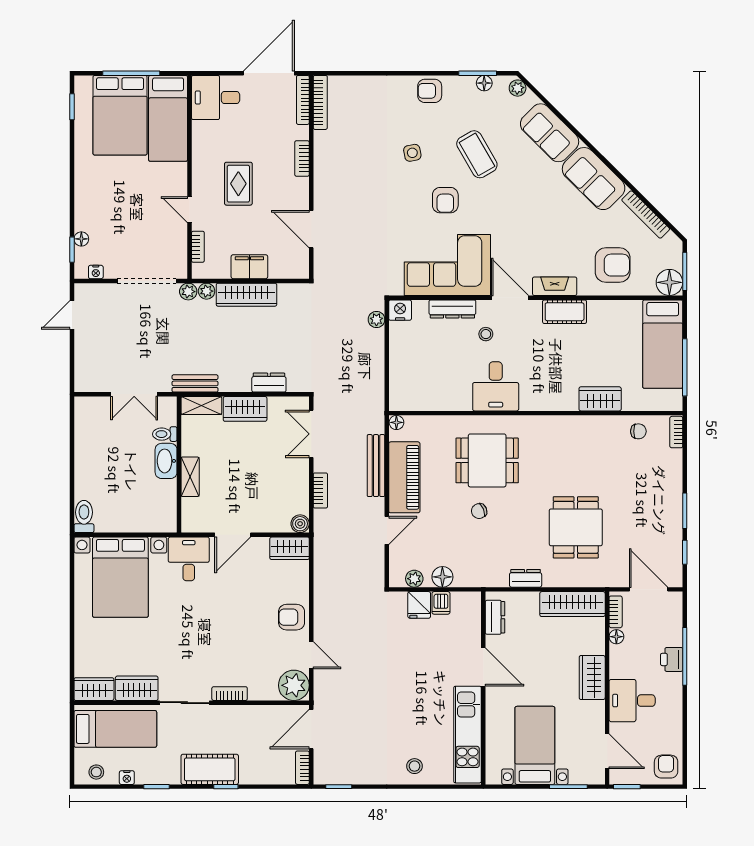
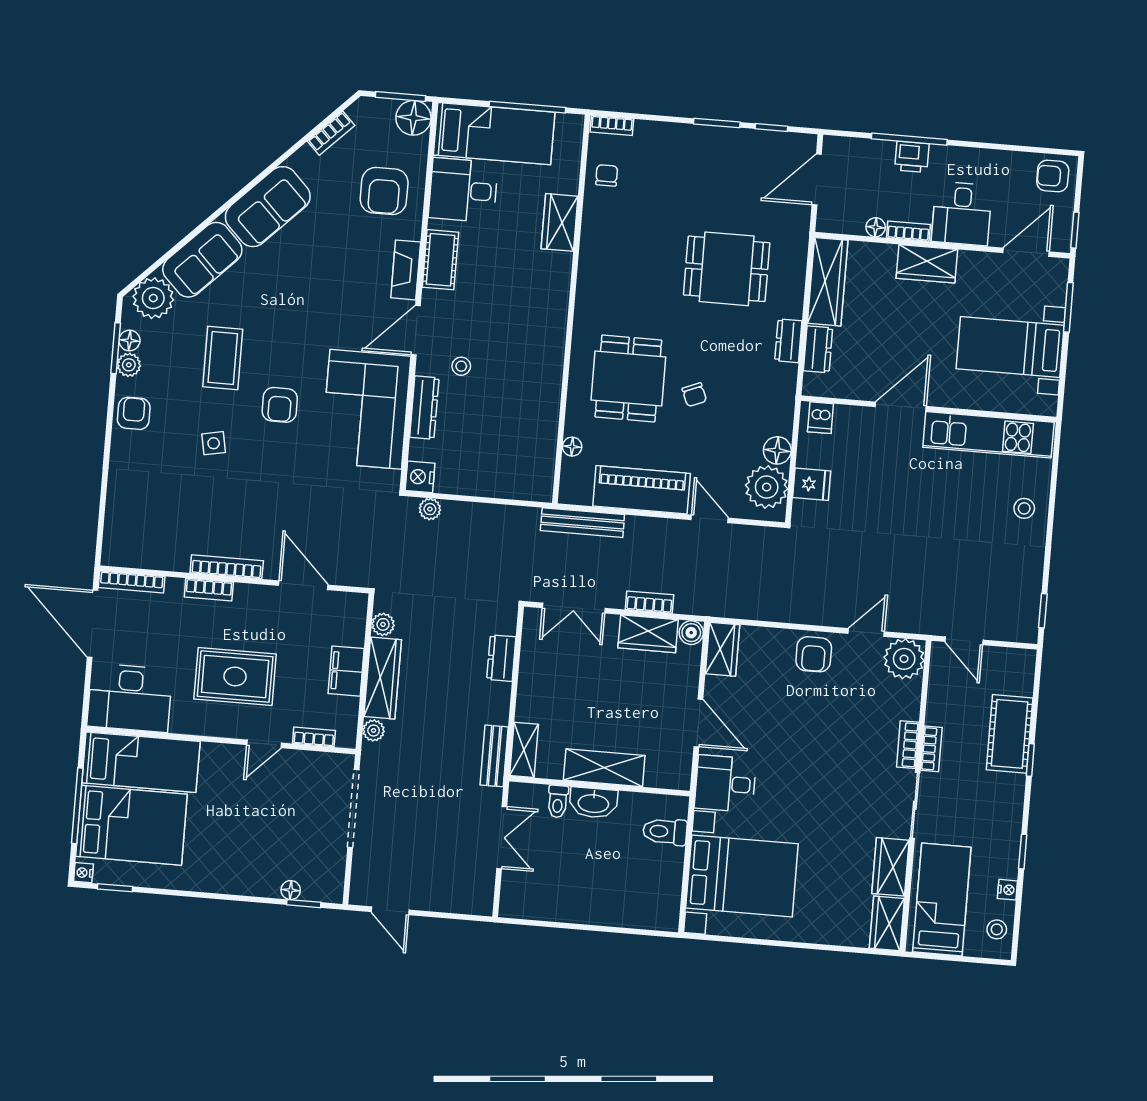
plant: (466, 84) -> (129, 365), added
plant: (518, 88) -> (153, 298), width x1.87, depth x1.87
armchair: (430, 91) -> (134, 413), turned 180
desk: (216, 98) -> (130, 698), width x1.37
bookcase: (320, 102) -> (227, 567), moved
coffee table: (477, 154) -> (223, 358), turned -60
rug: (238, 184) -> (235, 676), width x1.36, depth x1.43
armchair: (445, 200) -> (280, 405), turned 90
bookcase: (646, 214) -> (331, 133), width x0.64
door: (311, 229) -> (303, 585), swing flipped
armchair: (613, 265) -> (384, 191), turned 180
nightstand: (96, 272) -> (83, 873), moved, turned 180
plant: (188, 292) -> (383, 624), moved
desk: (496, 386) -> (463, 190), moved, turned 180
wardrobe: (245, 409) -> (648, 634), moved, turned 90
floor lamp: (396, 422) -> (572, 447), moved
bench: (376, 466) -> (582, 523), moved
shelving: (190, 477) -> (604, 768), width x1.50, depth x1.33
toilet: (84, 516) -> (665, 832), moved
plant: (414, 579) -> (767, 487), width x1.87, depth x1.87
dishwasher: (441, 603) -> (821, 418), moved, turned 90
bookcase: (616, 612) -> (908, 231), moved
dresser: (495, 617) -> (818, 349), moved, turned 90
door: (311, 729) -> (964, 641), width x0.73
bookcase: (302, 768) -> (931, 749), moved, turned -90
cot: (210, 769) -> (1010, 734), moved

